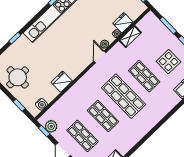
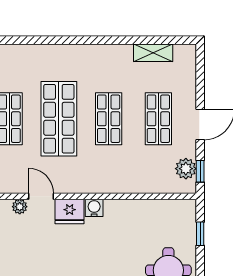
door: (100, 57) -> (41, 196), swing flipped
fridge: (62, 82) -> (70, 212), moved
water cooler: (41, 104) -> (94, 208), moved

